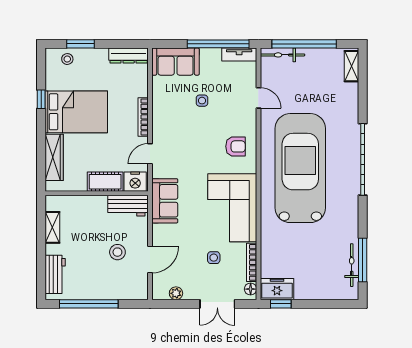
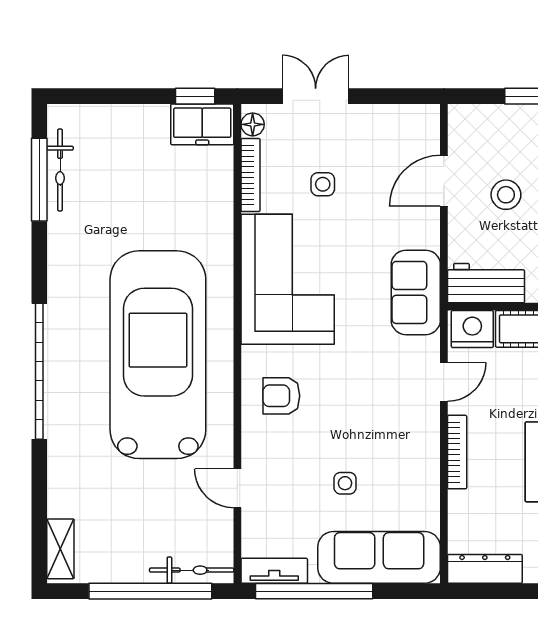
sofa: (176, 62) -> (379, 557), width x1.36
car: (300, 168) -> (158, 355), turned 180
plant: (176, 293) -> (395, 116), removed

